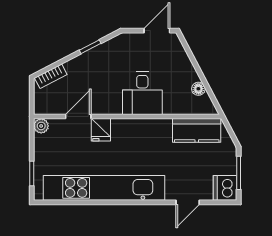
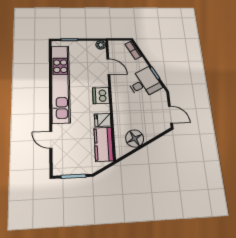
floor lamp: (198, 89) -> (135, 138), width x1.89, depth x1.89
desk: (142, 93) -> (144, 83), moved, turned 153
fridge: (101, 130) -> (103, 120), moved
dishwasher: (225, 188) -> (101, 96), moved, turned -90

